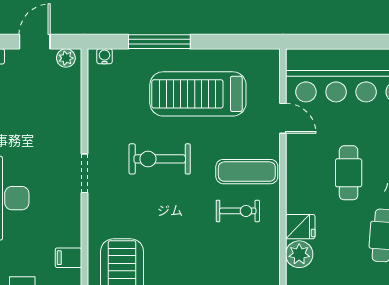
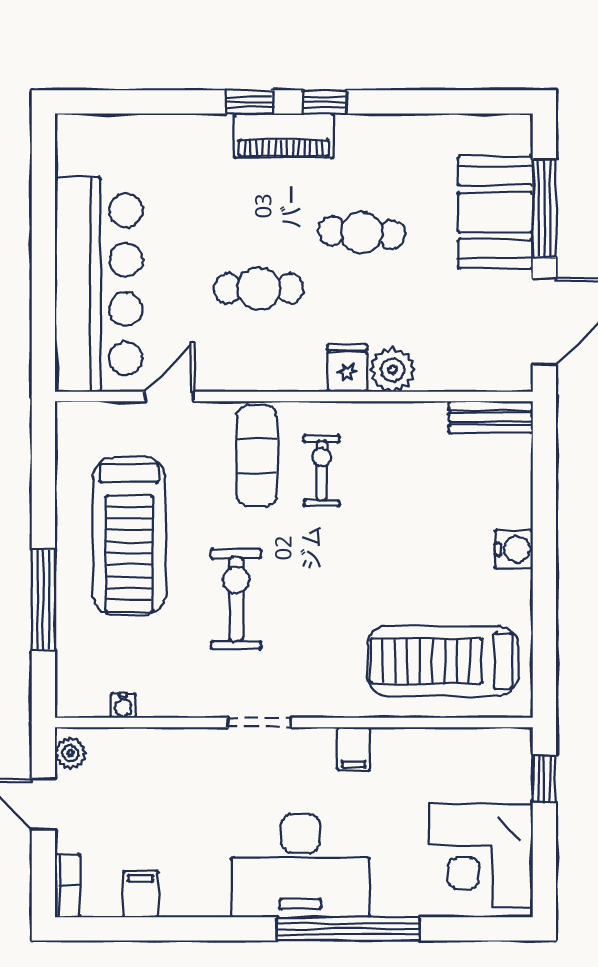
water cooler: (105, 56) -> (123, 706), moved, turned -90
exercise bike: (160, 159) -> (236, 599), turned 180
filing cabinet: (68, 258) -> (353, 749), moved

